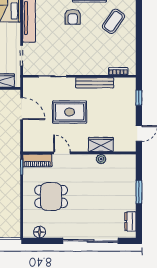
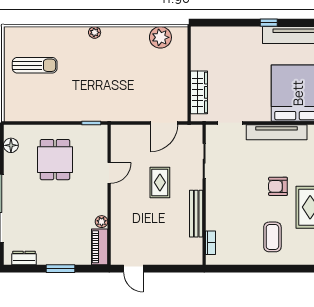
coffee table: (113, 21) -> (272, 237), turned 55
window: (139, 98) -> (178, 269), removed
rug: (70, 112) -> (160, 182), width x0.73, depth x0.70
wardrobe: (101, 144) -> (120, 221), removed
piano: (37, 161) -> (100, 247), moved

